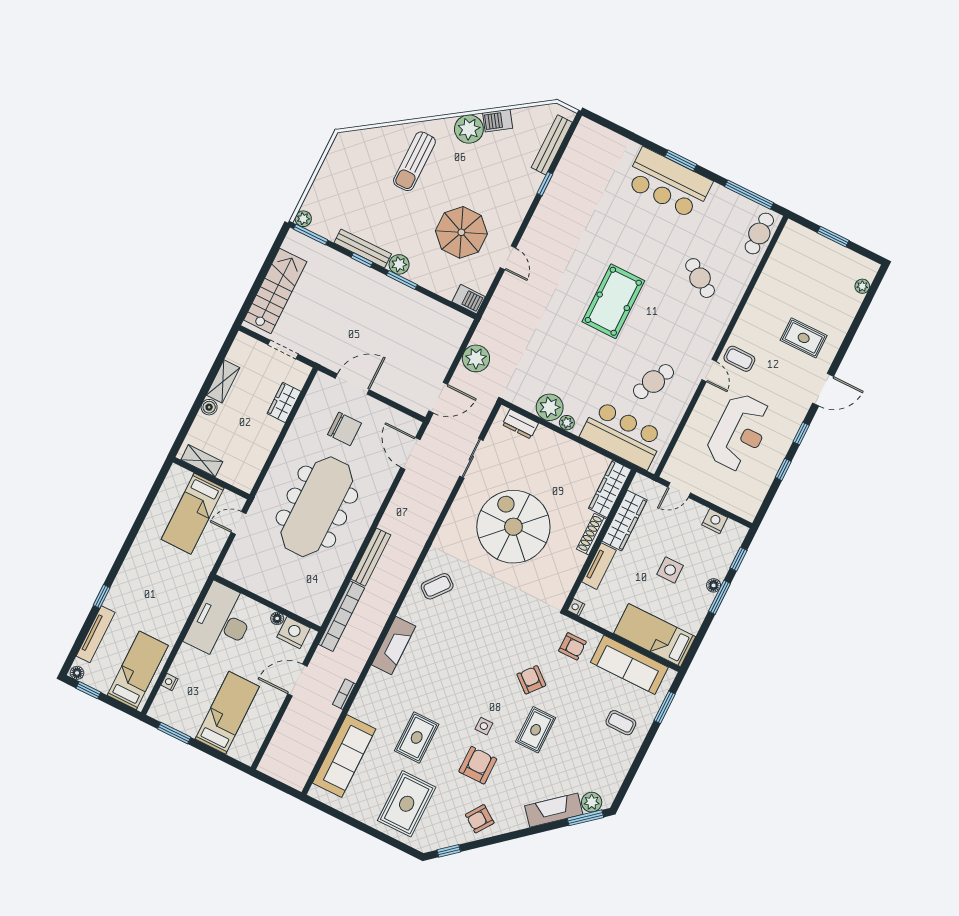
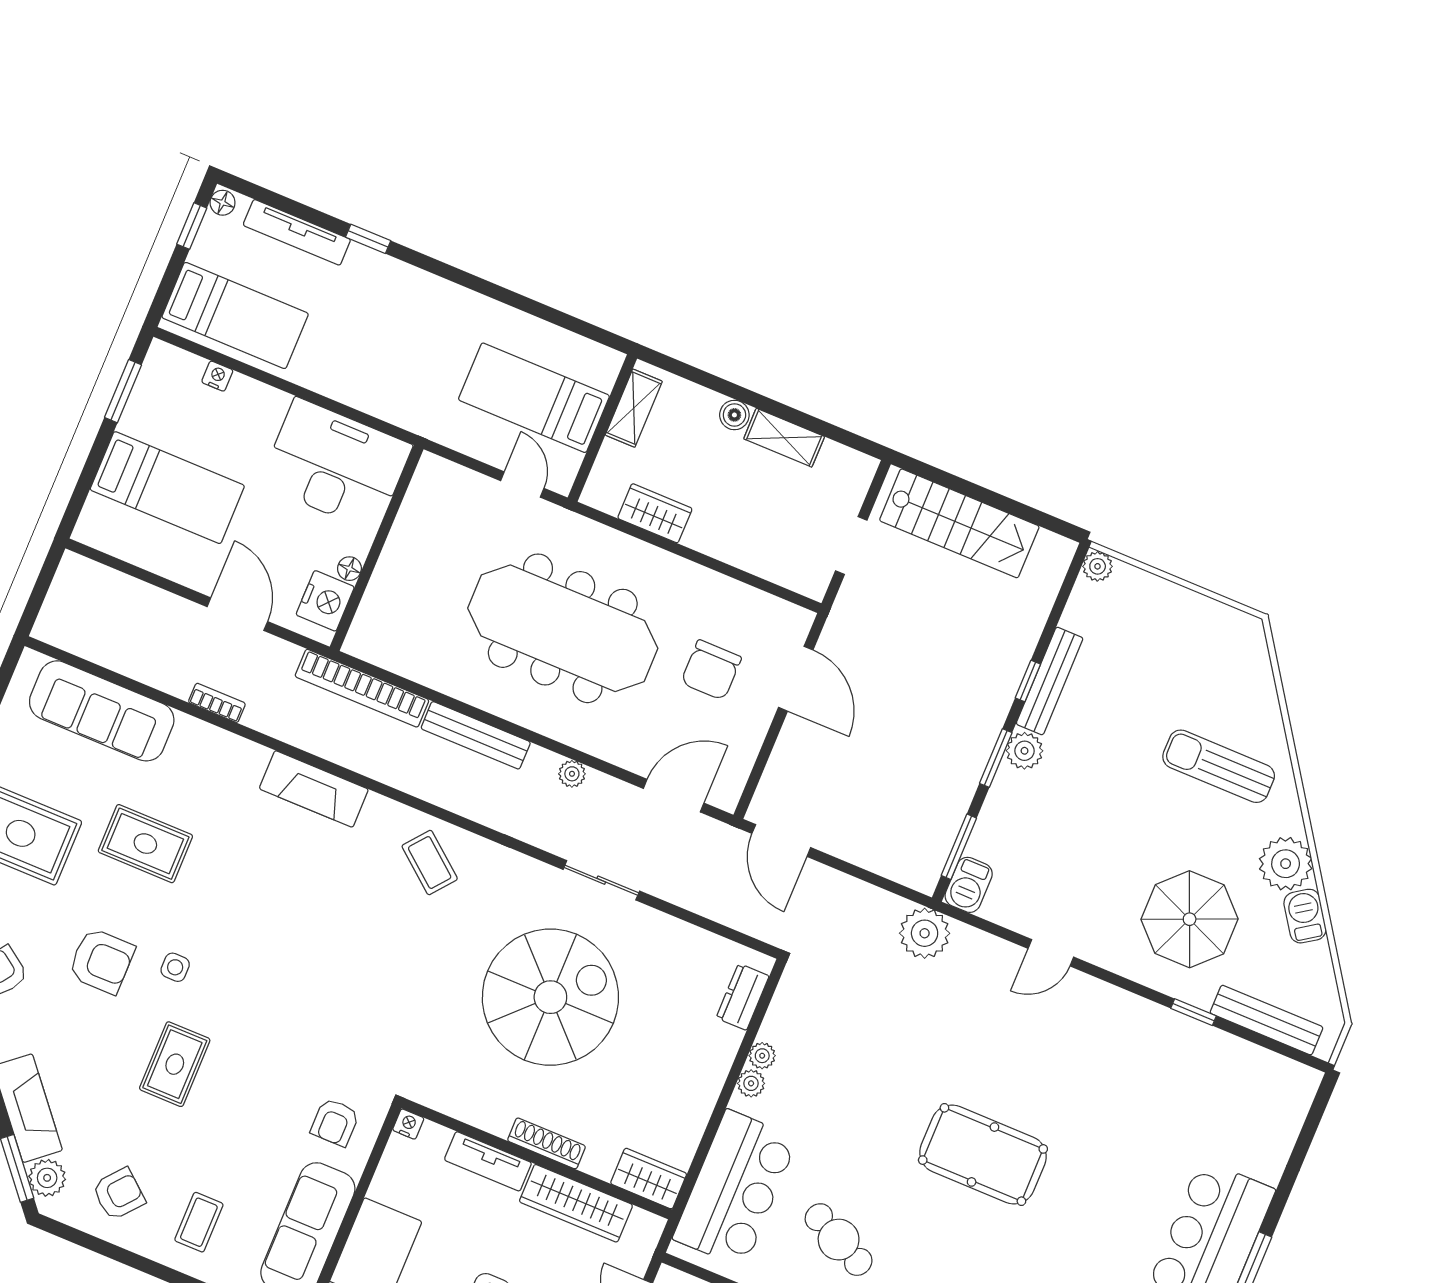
parasol: (461, 232) -> (1190, 919), moved
window: (311, 234) -> (959, 847), moved
plant: (476, 358) -> (925, 933), moved
wardrobe: (284, 403) -> (655, 513), moved
plant: (550, 407) -> (762, 1056), width x0.53, depth x0.53
sliding door: (471, 458) -> (601, 880), moved
wardrobe: (610, 489) -> (649, 1179), width x0.67
plant: (395, 507) -> (572, 774), added
armchair: (531, 680) -> (119, 1194), moved
rug: (536, 730) -> (175, 1064), turned 90

